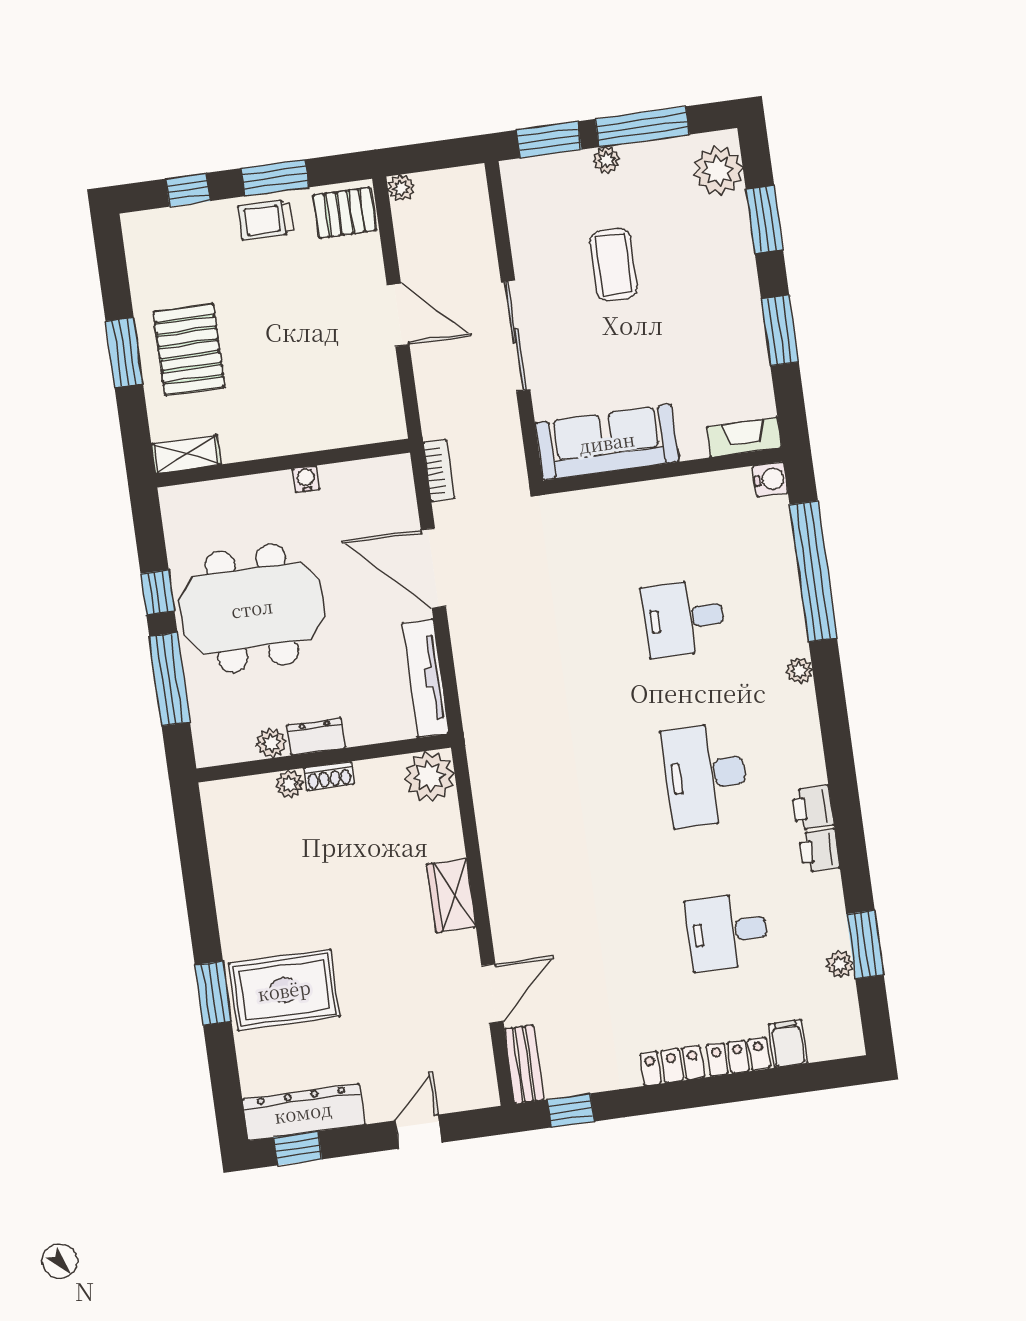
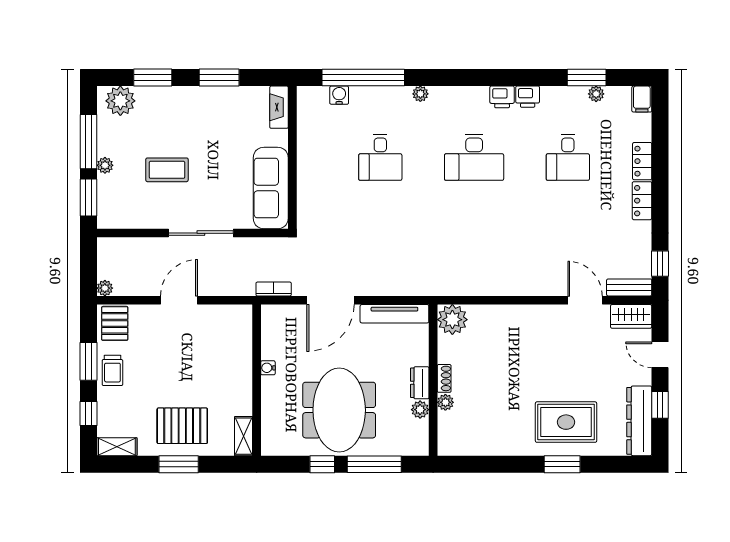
shelving: (139, 245) -> (117, 447), added
water cooler: (770, 479) -> (339, 95), moved
wardrobe: (451, 896) -> (631, 316), moved
rug: (284, 990) -> (566, 422), turned 90
filing cabinet: (788, 1044) -> (642, 99), moved, turned -90
window: (298, 1148) -> (660, 405), moved

